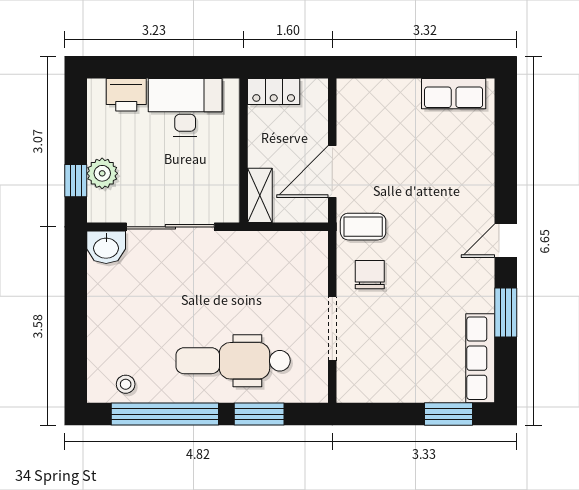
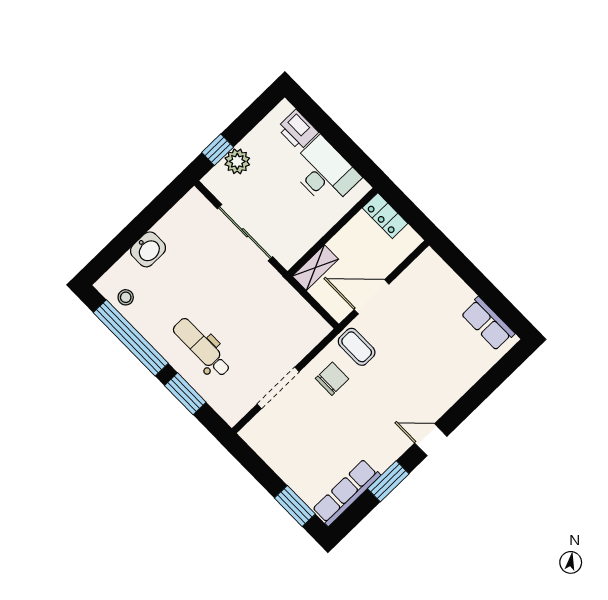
washbasin: (106, 247) -> (148, 249), moved, turned -90
dental chair: (233, 361) -> (202, 347), width x0.73, depth x0.72

